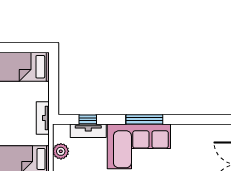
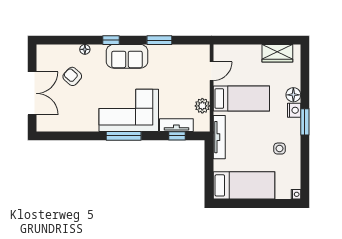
tv unit: (43, 118) -> (219, 137), width x1.41

